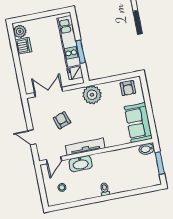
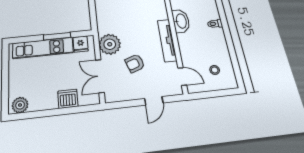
dishwasher: (23, 46) -> (68, 99), moved
plant: (92, 95) -> (110, 44), moved
washbasin: (81, 164) -> (181, 21), moved

